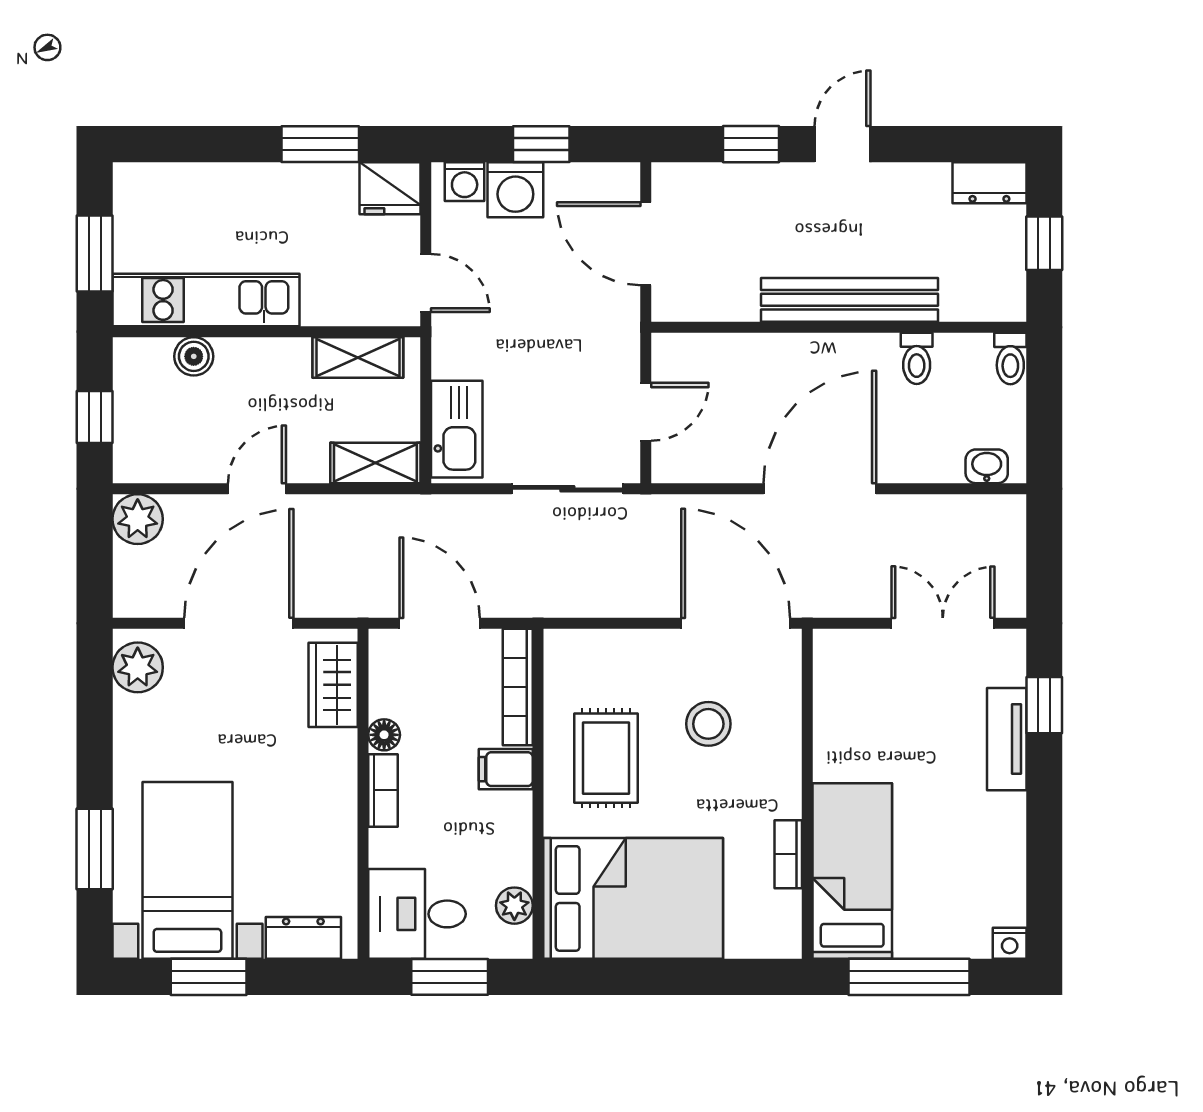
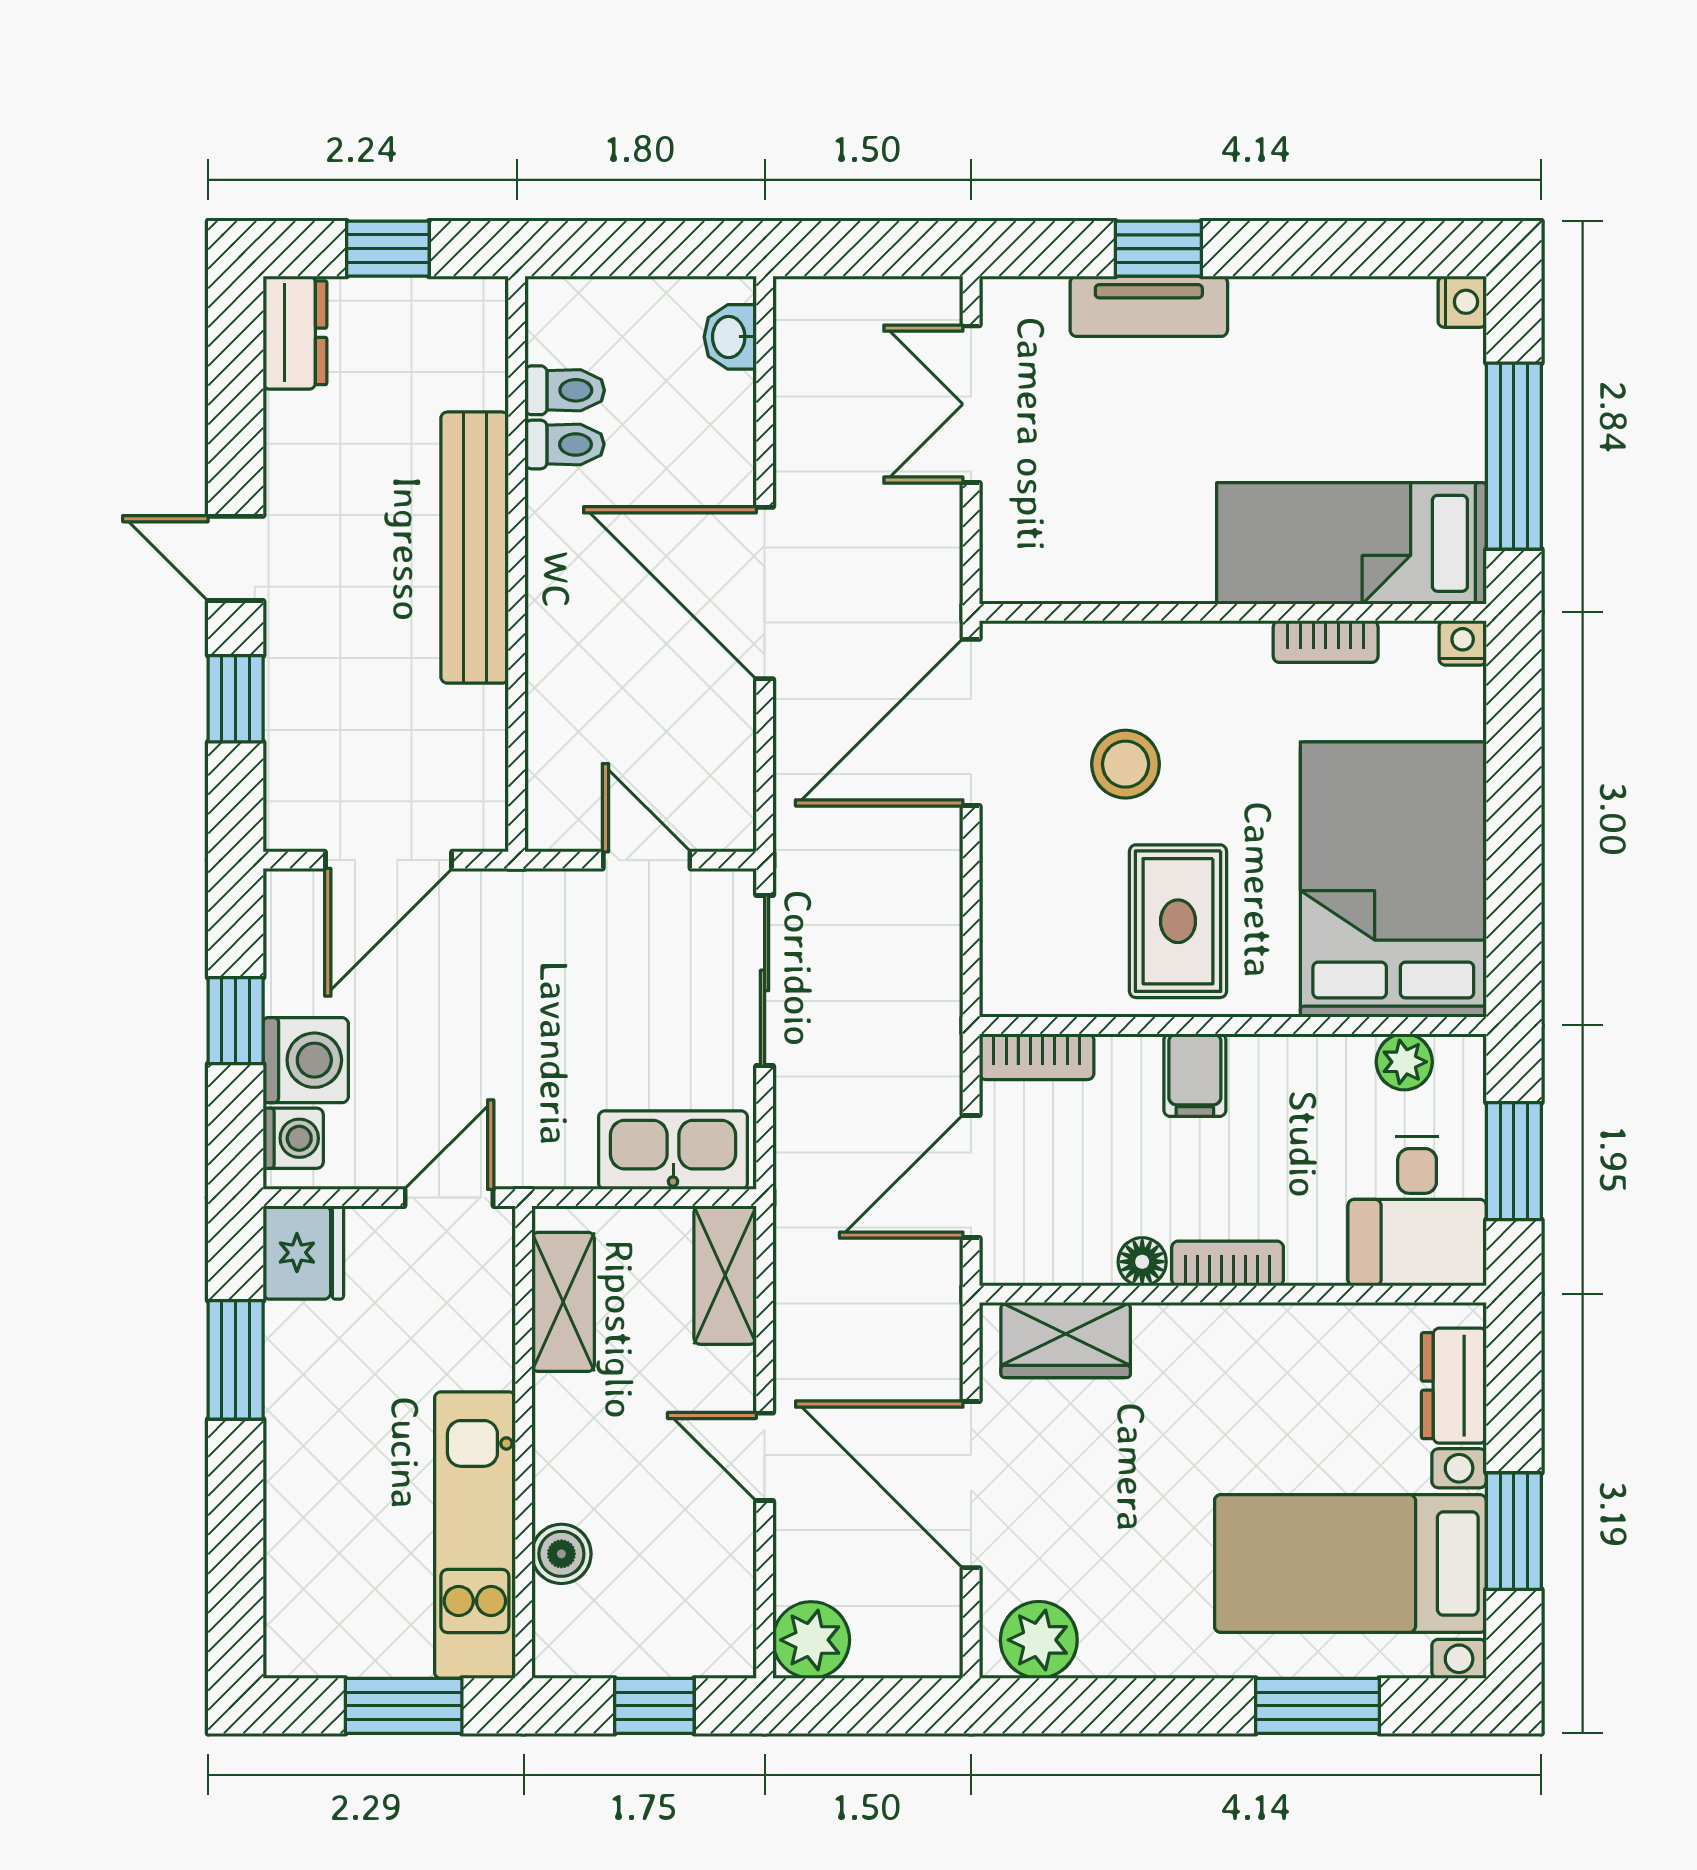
toilet: (1010, 358) -> (565, 390), moved
bookcase: (518, 687) -> (1037, 1057), width x0.64
window: (1044, 705) -> (1158, 249), moved
rug: (606, 758) -> (1178, 921), turned 90
nightstand: (787, 944) -> (1463, 643), added

